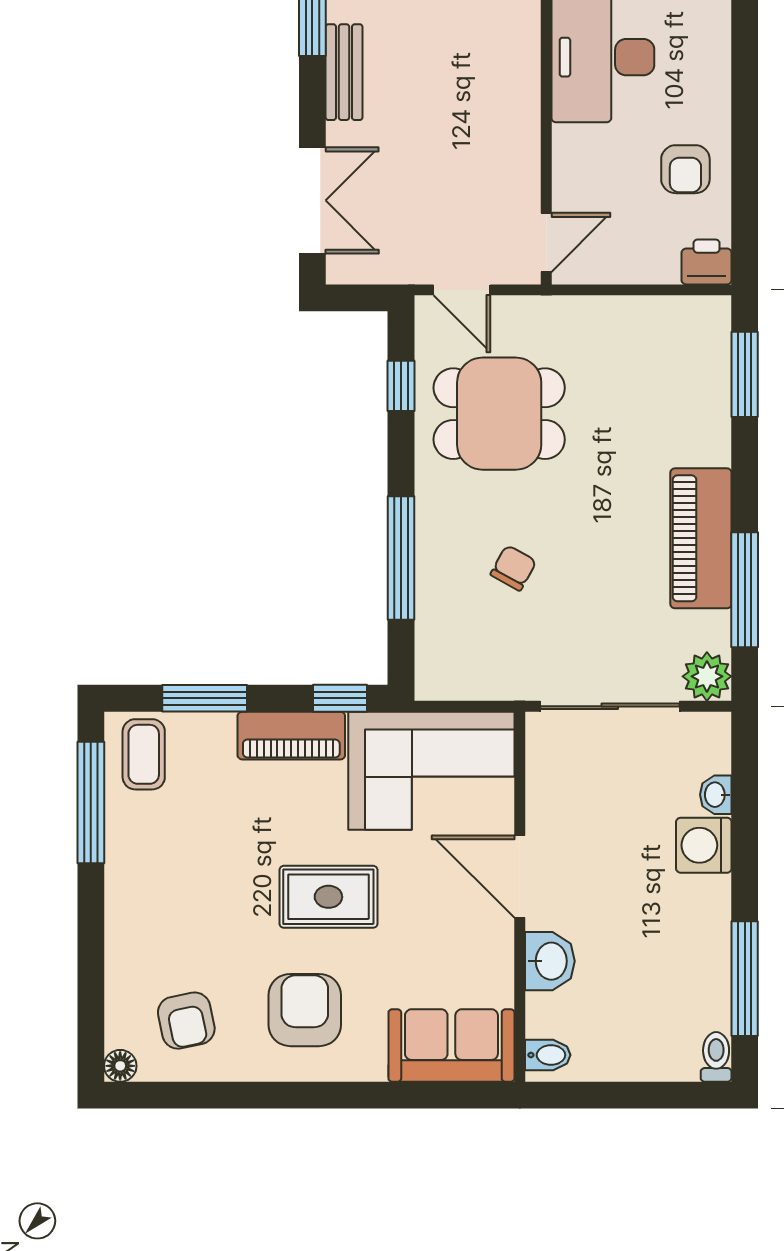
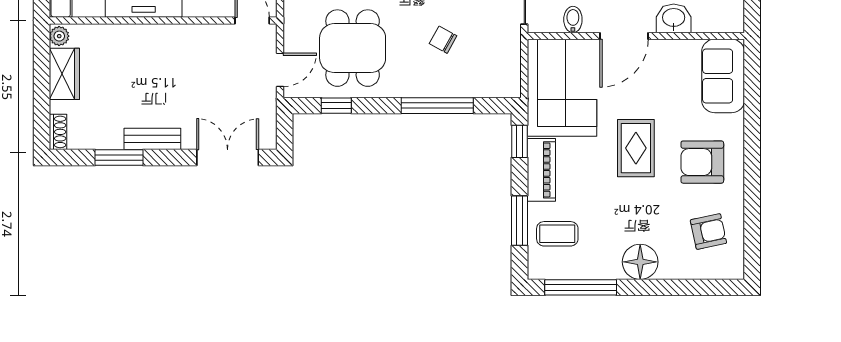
coffee table: (144, 754) -> (557, 234), moved
bidet: (548, 1055) -> (573, 20), moved
floor lamp: (120, 1066) -> (640, 262), moved, width x1.89, depth x1.89

